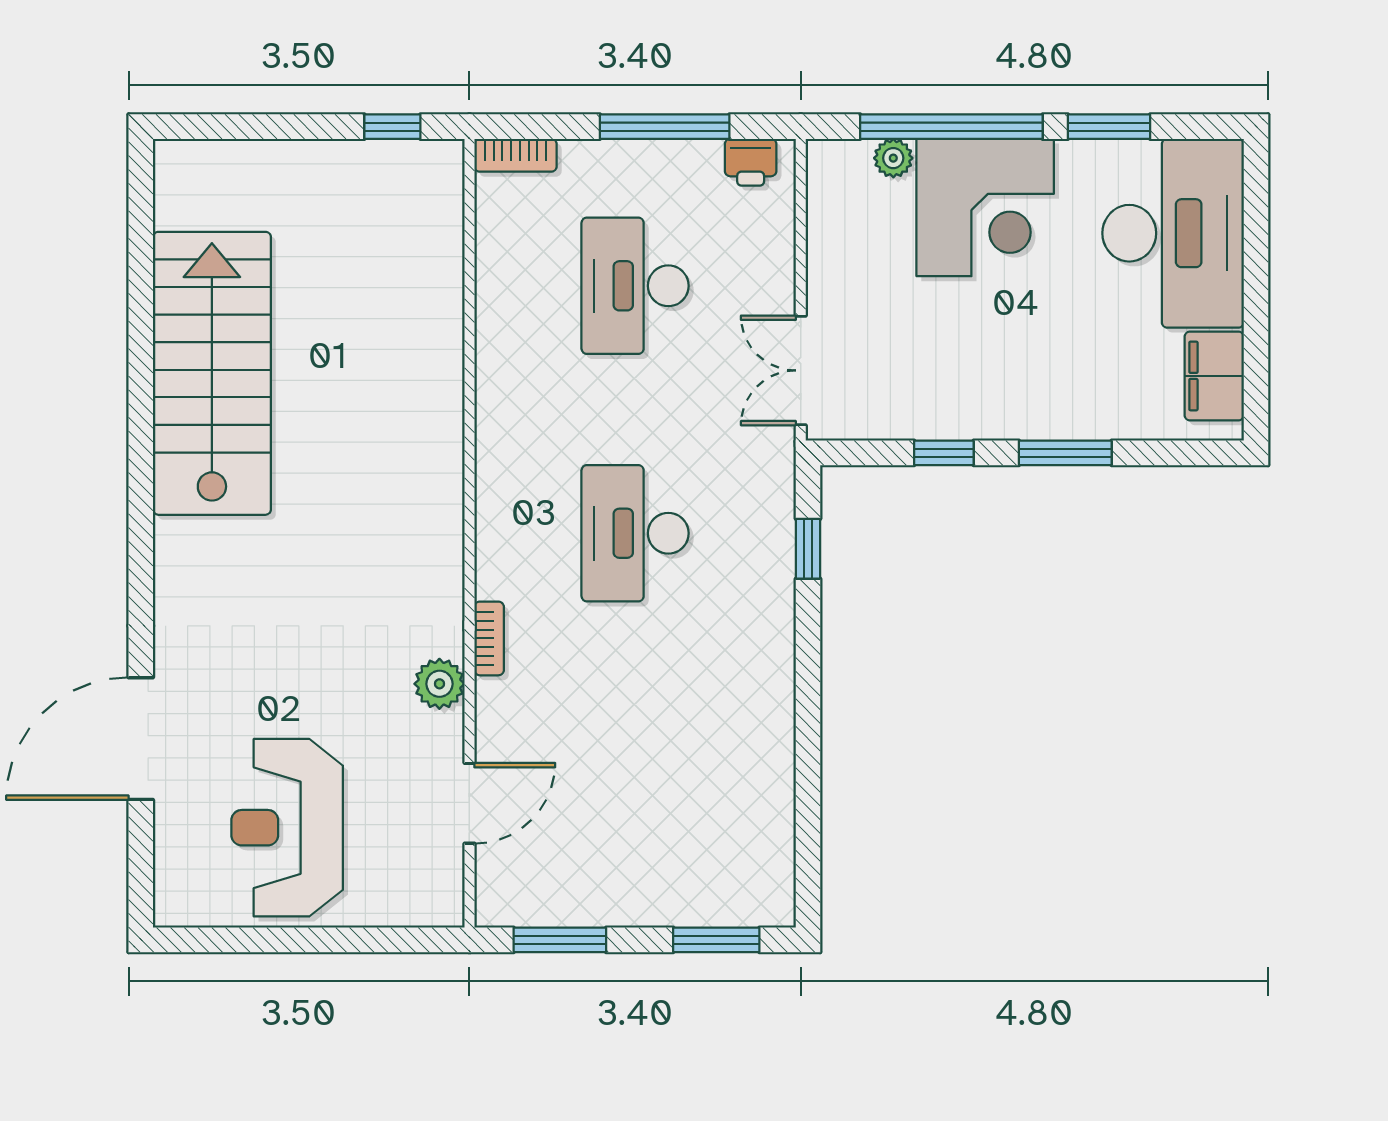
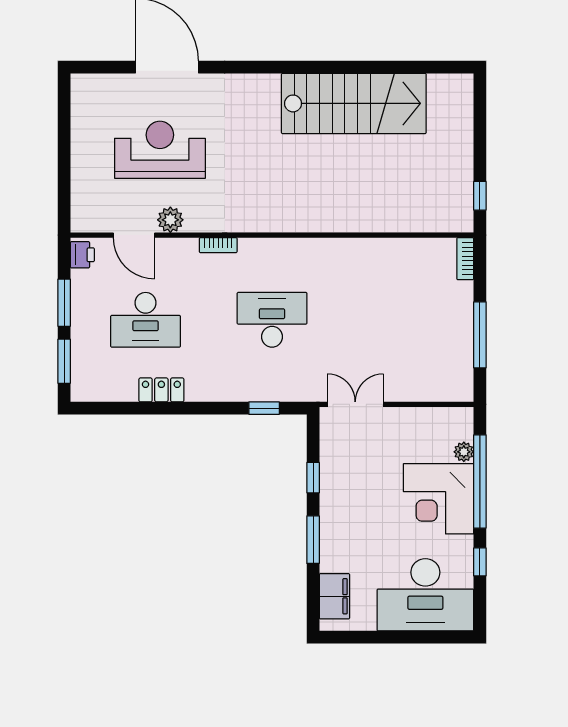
window: (1109, 127) -> (480, 562), width x0.67
printer: (751, 162) -> (82, 255), moved, turned 180
desk: (635, 286) -> (146, 320), moved, turned 180
filing cabinet: (1214, 376) -> (334, 596), moved, turned 90
plant: (439, 684) -> (170, 220), moved
locker: (772, 750) -> (161, 390), added
reception desk: (287, 828) -> (160, 150), moved
window: (560, 940) -> (64, 303), moved

